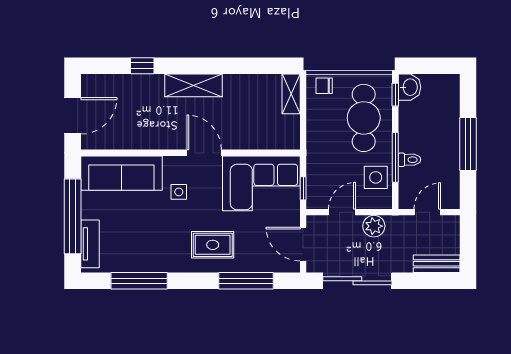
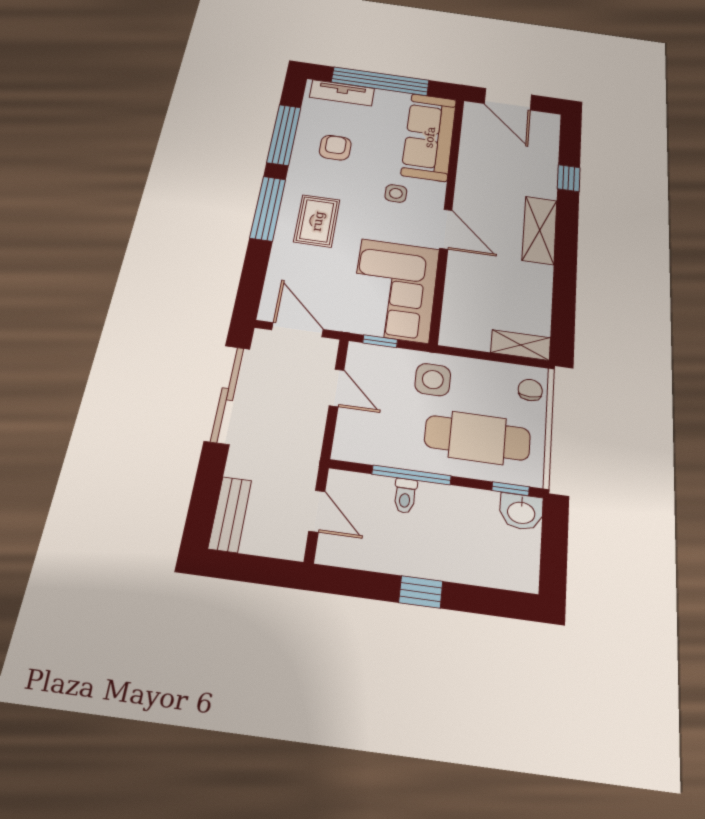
window: (468, 144) -> (421, 592), width x0.46
door: (204, 153) -> (446, 229), hinge flipped
side table: (376, 177) -> (433, 380), moved
plant: (374, 226) -> (308, 429), removed
armchair: (144, 241) -> (335, 148), added
door: (303, 244) -> (298, 330), hinge flipped
window: (246, 281) -> (268, 208), moved

